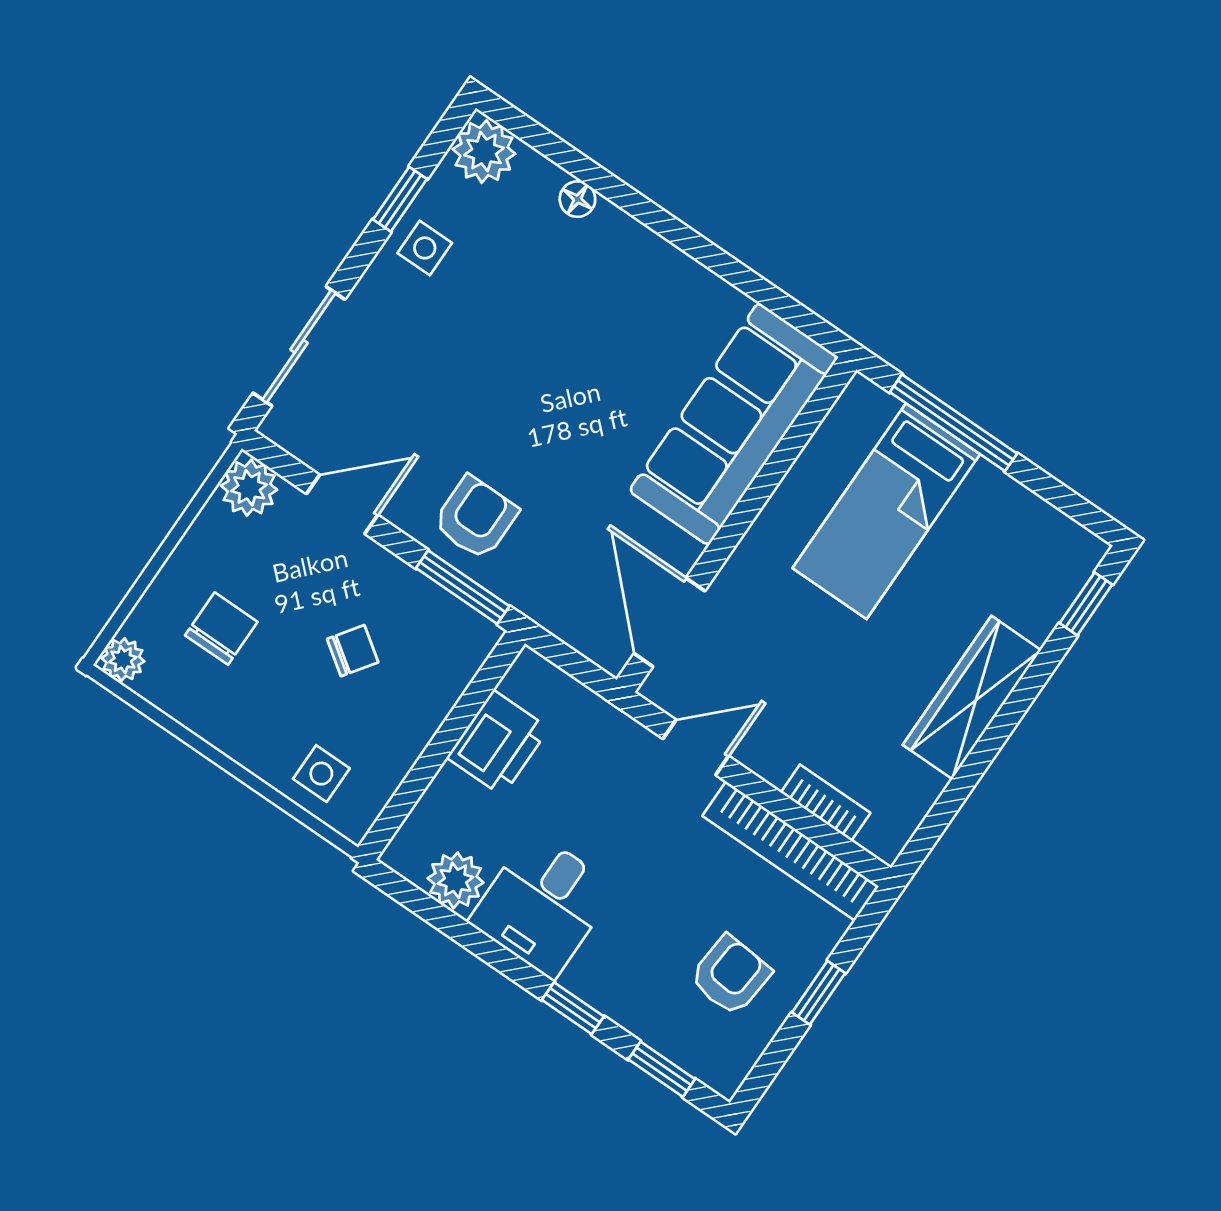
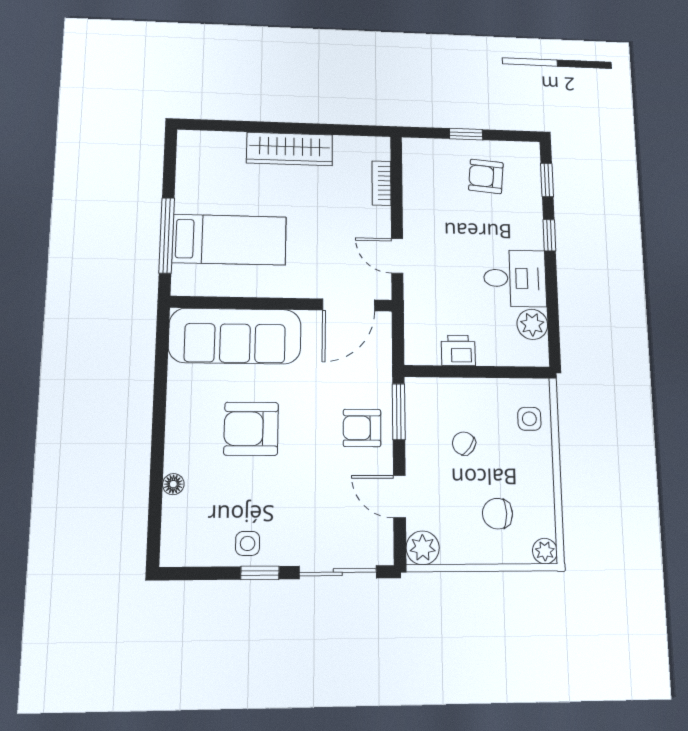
plant: (484, 152) -> (179, 547), removed
window: (400, 199) -> (260, 573), moved
armchair: (582, 358) -> (251, 429), added
window: (1086, 604) -> (212, 125), removed
printer: (498, 743) -> (458, 350), width x0.73, depth x0.81
bookcase: (791, 851) -> (414, 185), removed

